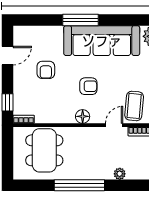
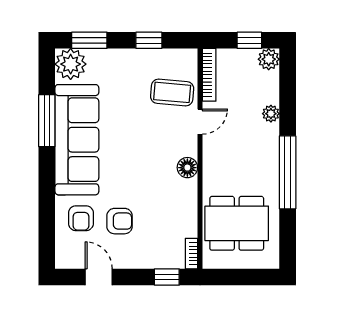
window: (80, 20) -> (47, 121), moved
armchair: (88, 86) -> (81, 218), moved, turned 180
door: (114, 125) -> (200, 122), swing flipped

